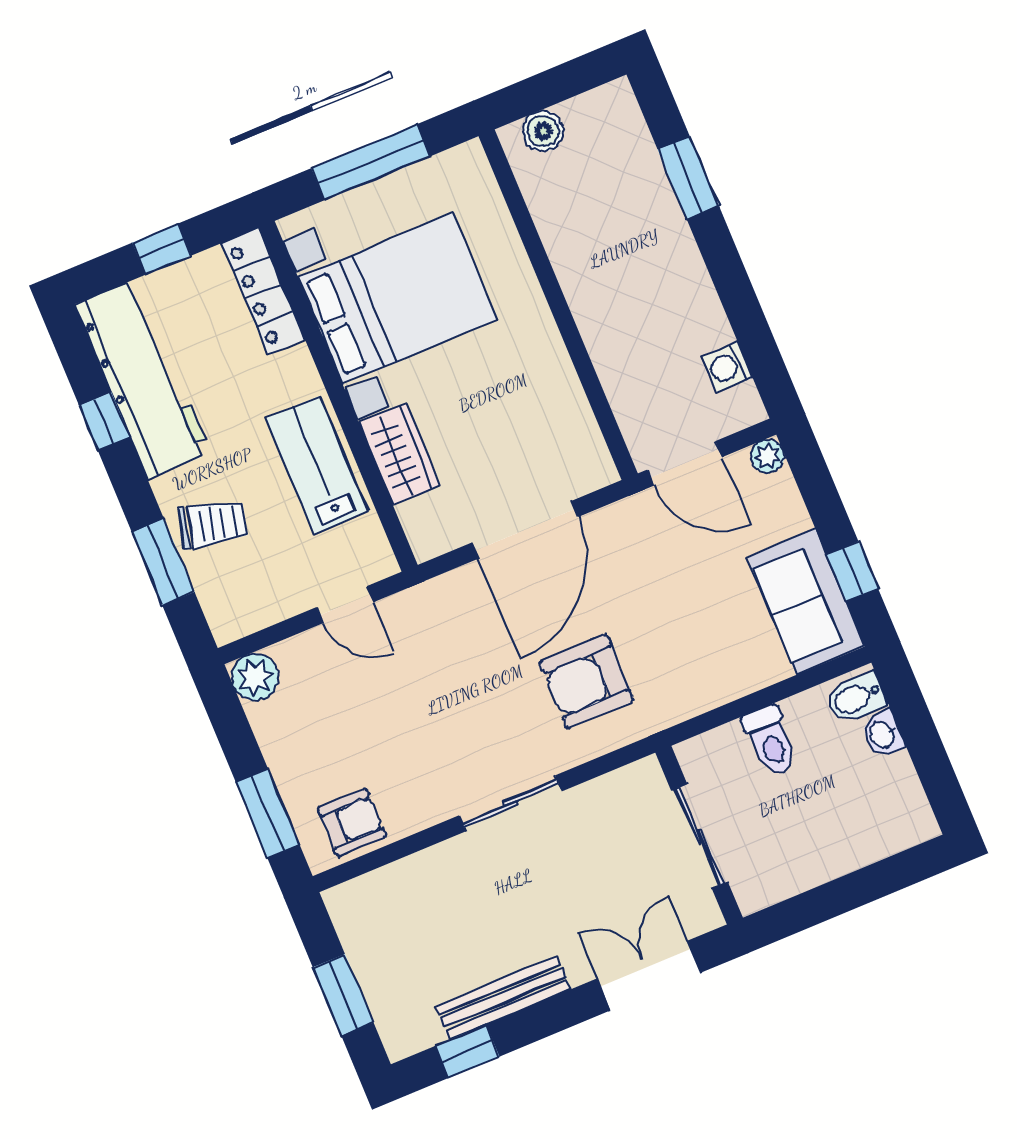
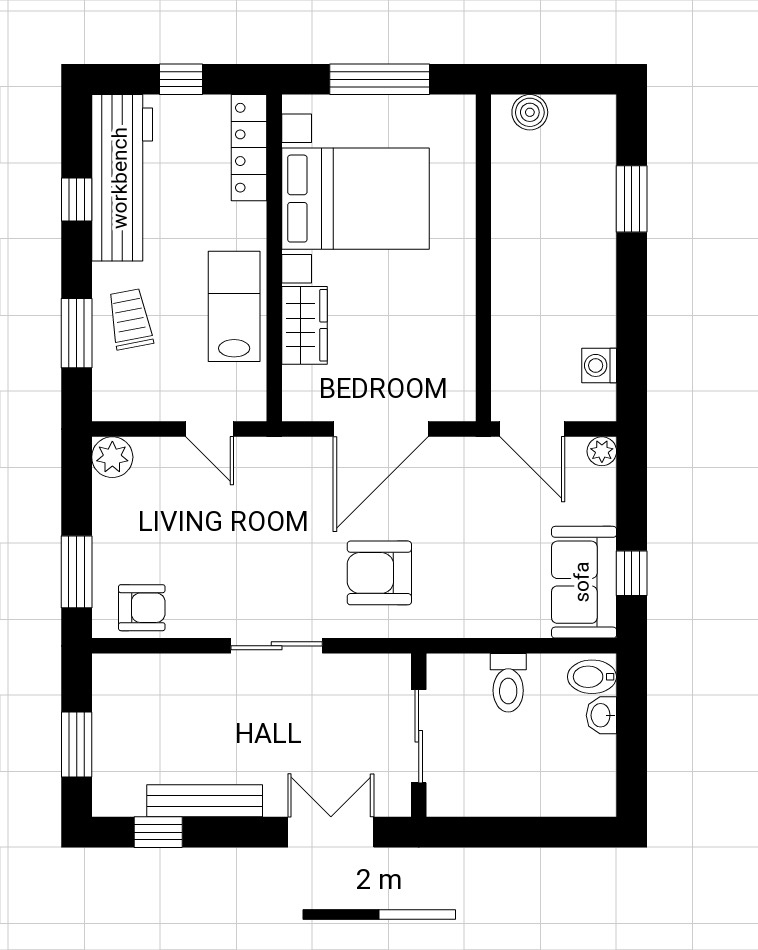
trolley: (213, 524) -> (130, 319), turned -115

